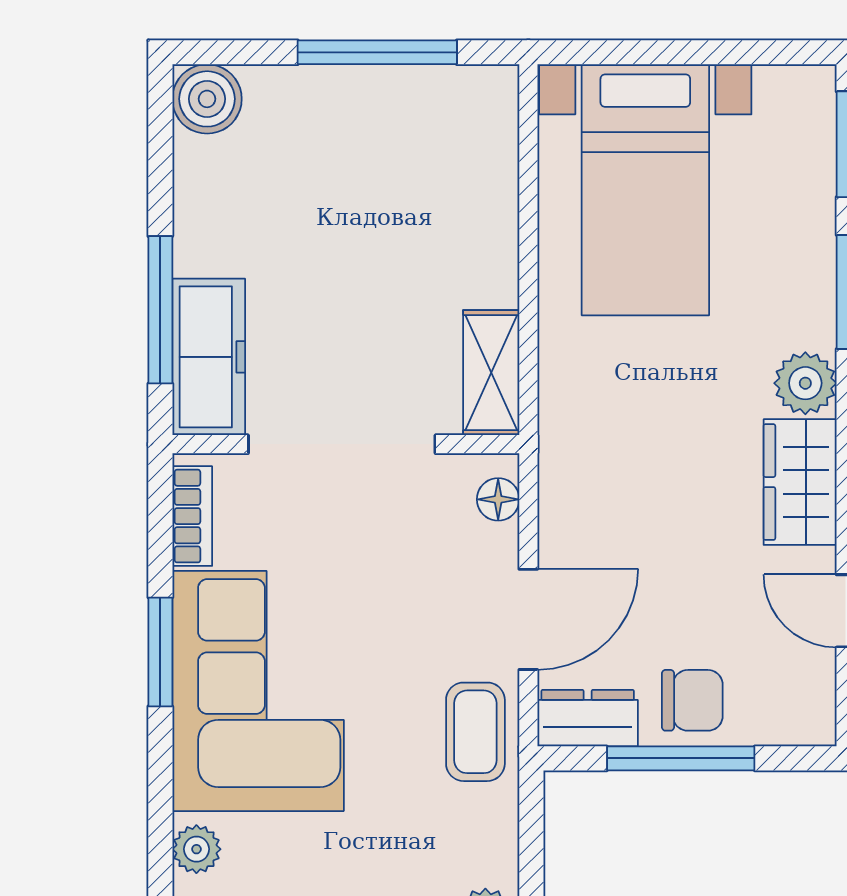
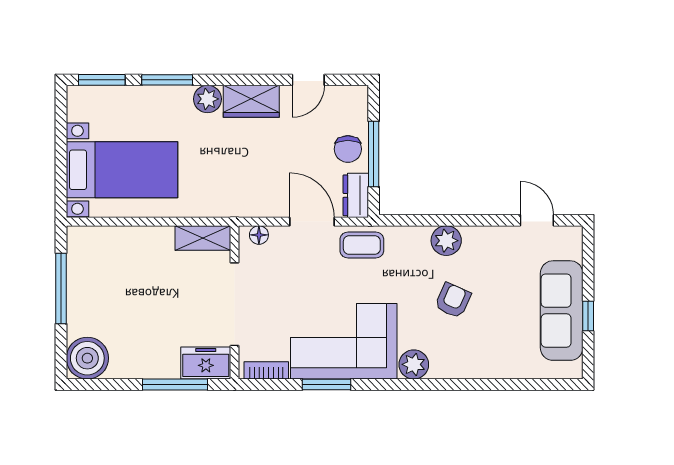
boiler: (207, 99) -> (87, 358), width x1.37, depth x1.37
freezer: (209, 357) -> (206, 363), width x0.71
chair: (692, 700) -> (348, 149), turned 180
plant: (196, 849) -> (414, 364), width x1.38, depth x1.38

